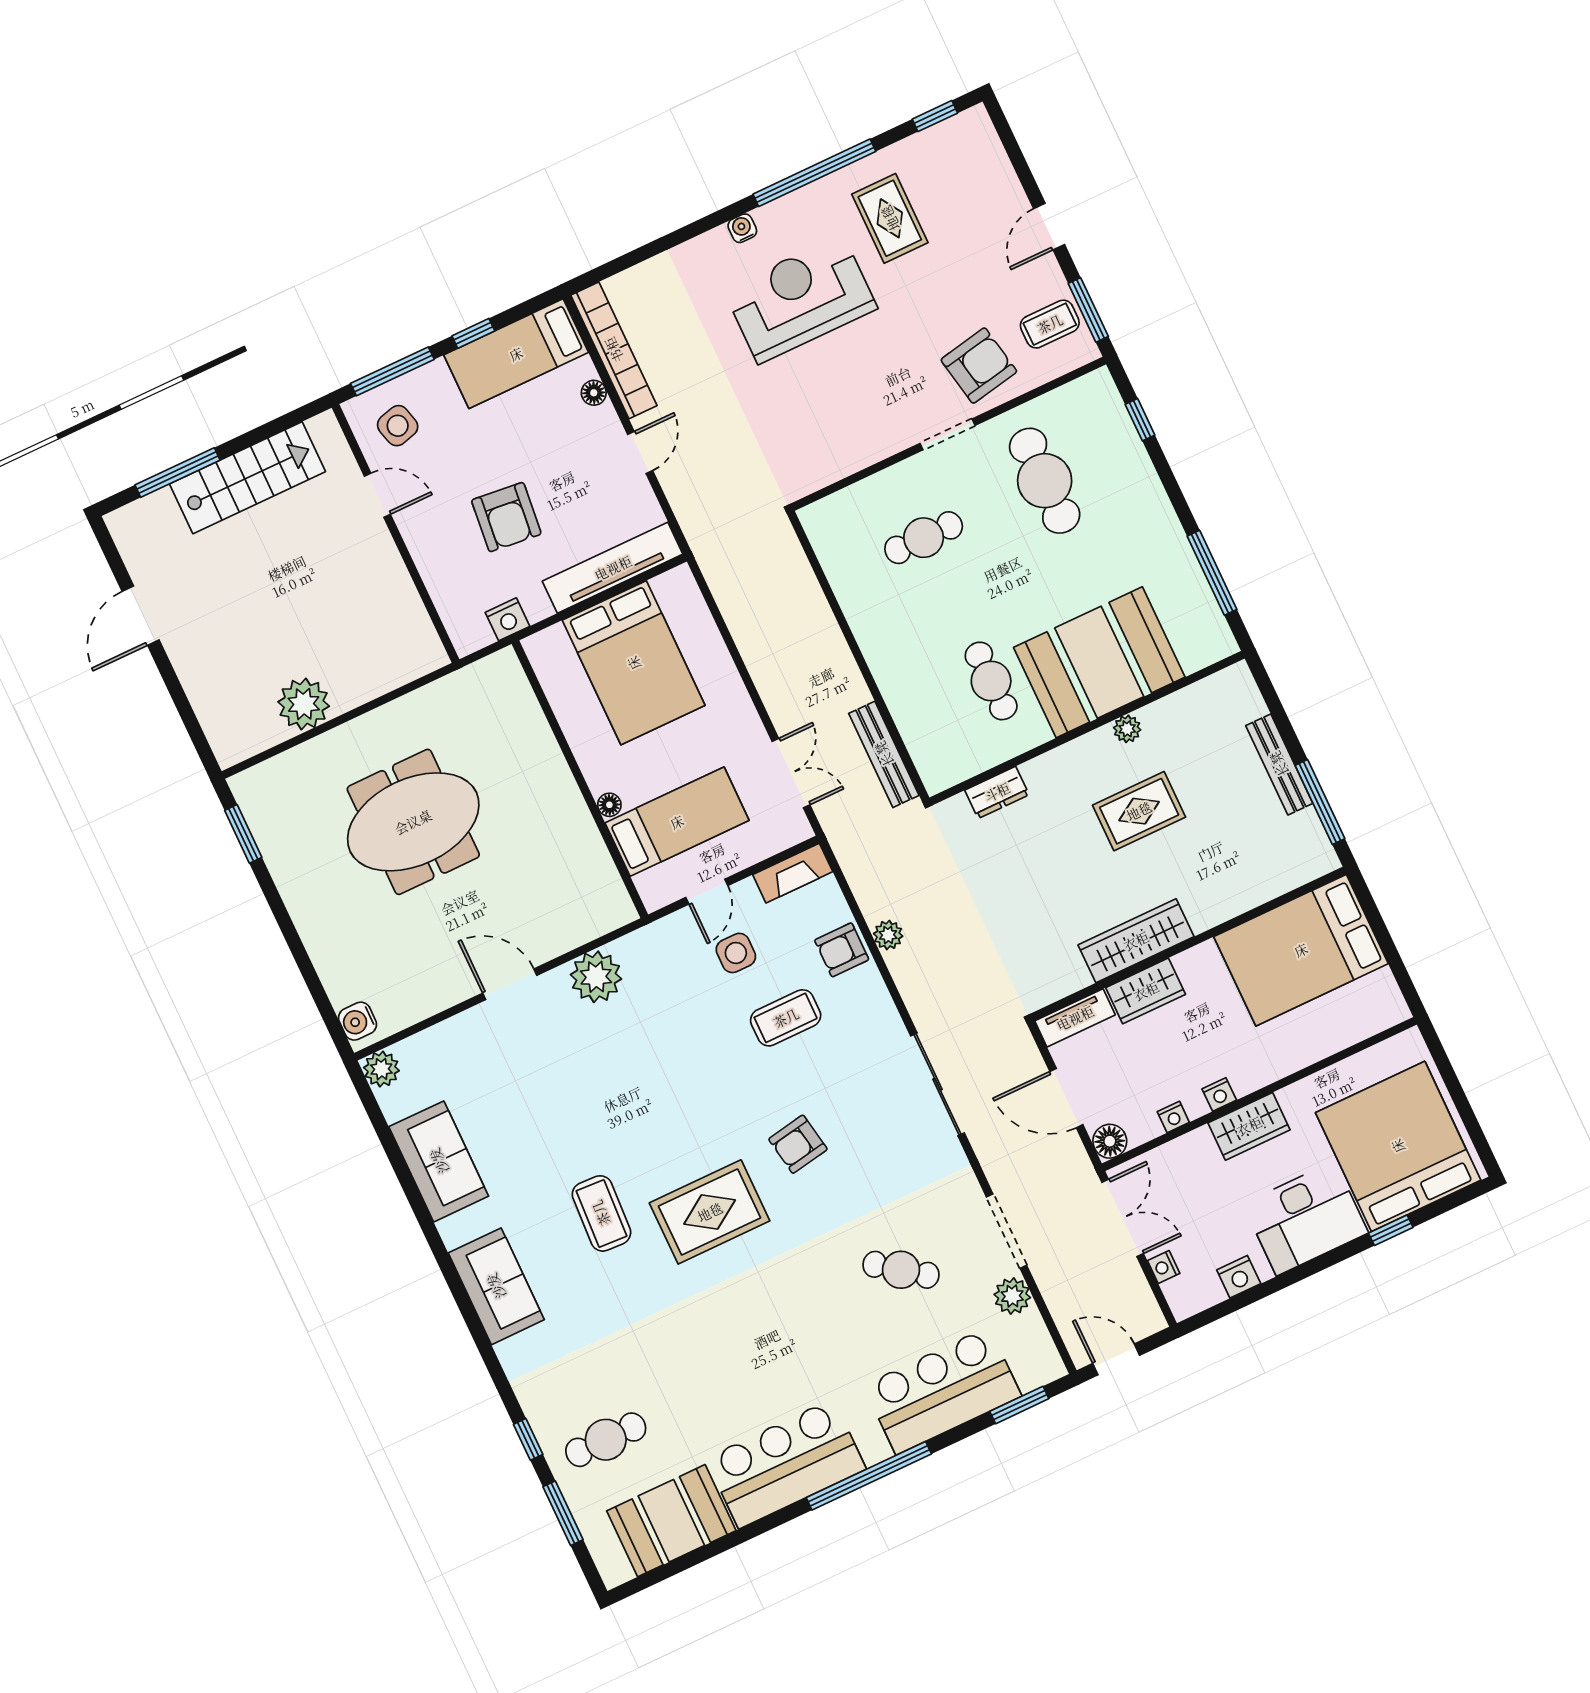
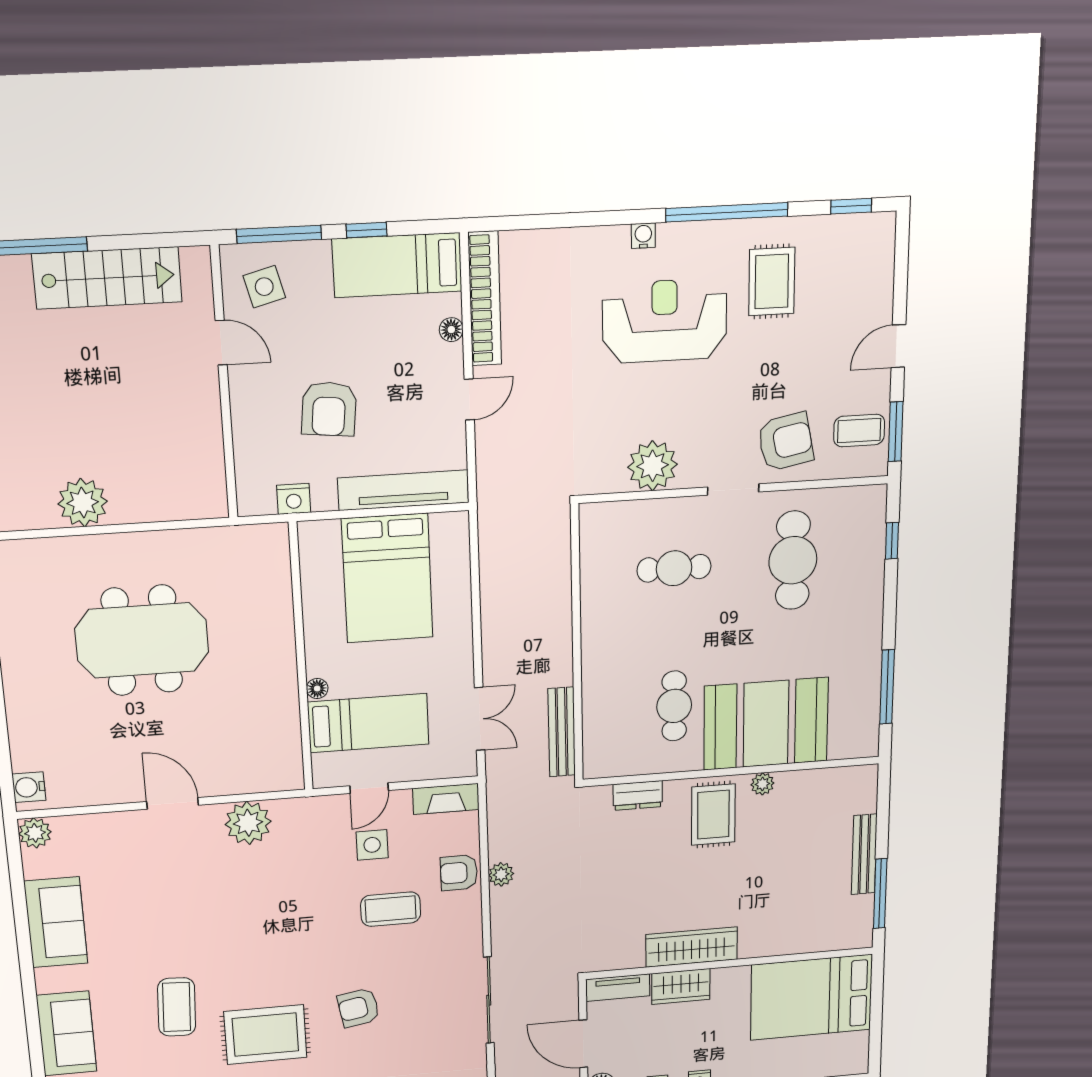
plant: (853, 444) -> (653, 466), added
rug: (1139, 811) -> (713, 815), moved, turned 90

